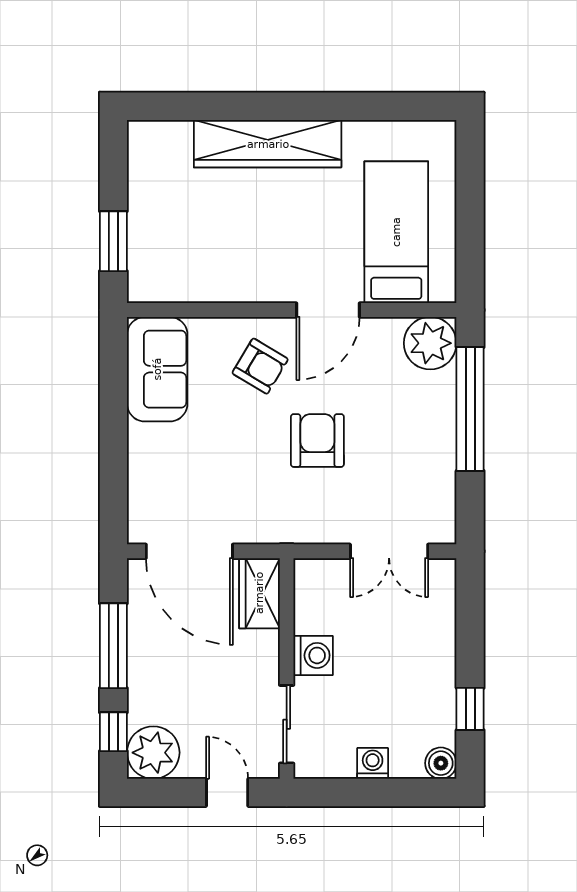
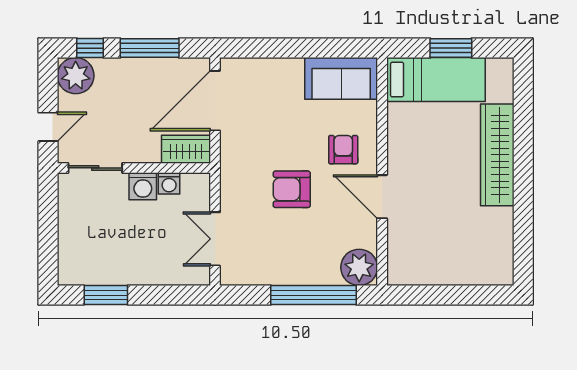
bed: (396, 232) -> (436, 80), moved
window: (113, 241) -> (451, 48), moved
armchair: (260, 366) -> (343, 150), turned 149
armchair: (317, 440) -> (292, 189), turned 180
window: (470, 709) -> (106, 295), width x1.50
washing machine: (373, 763) -> (169, 183), moved, turned 90
boiler: (441, 763) -> (68, 275), removed

